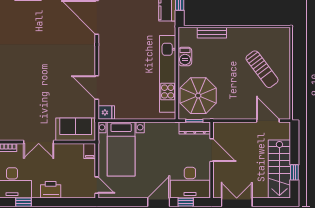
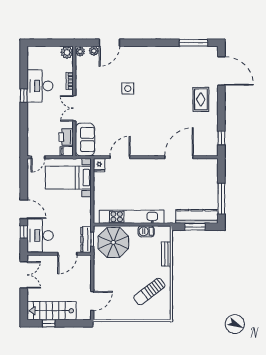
sun lounger: (262, 69) -> (149, 291), moved
side table: (15, 78) -> (128, 89), added
printer: (51, 190) -> (66, 137), moved, turned 180

